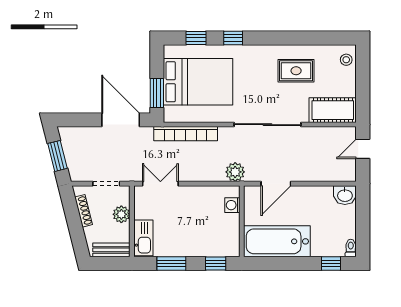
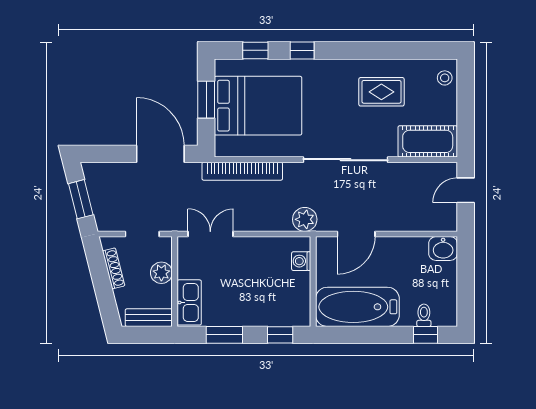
window: (157, 93) -> (206, 100), moved
toilet: (351, 248) -> (424, 315), moved

